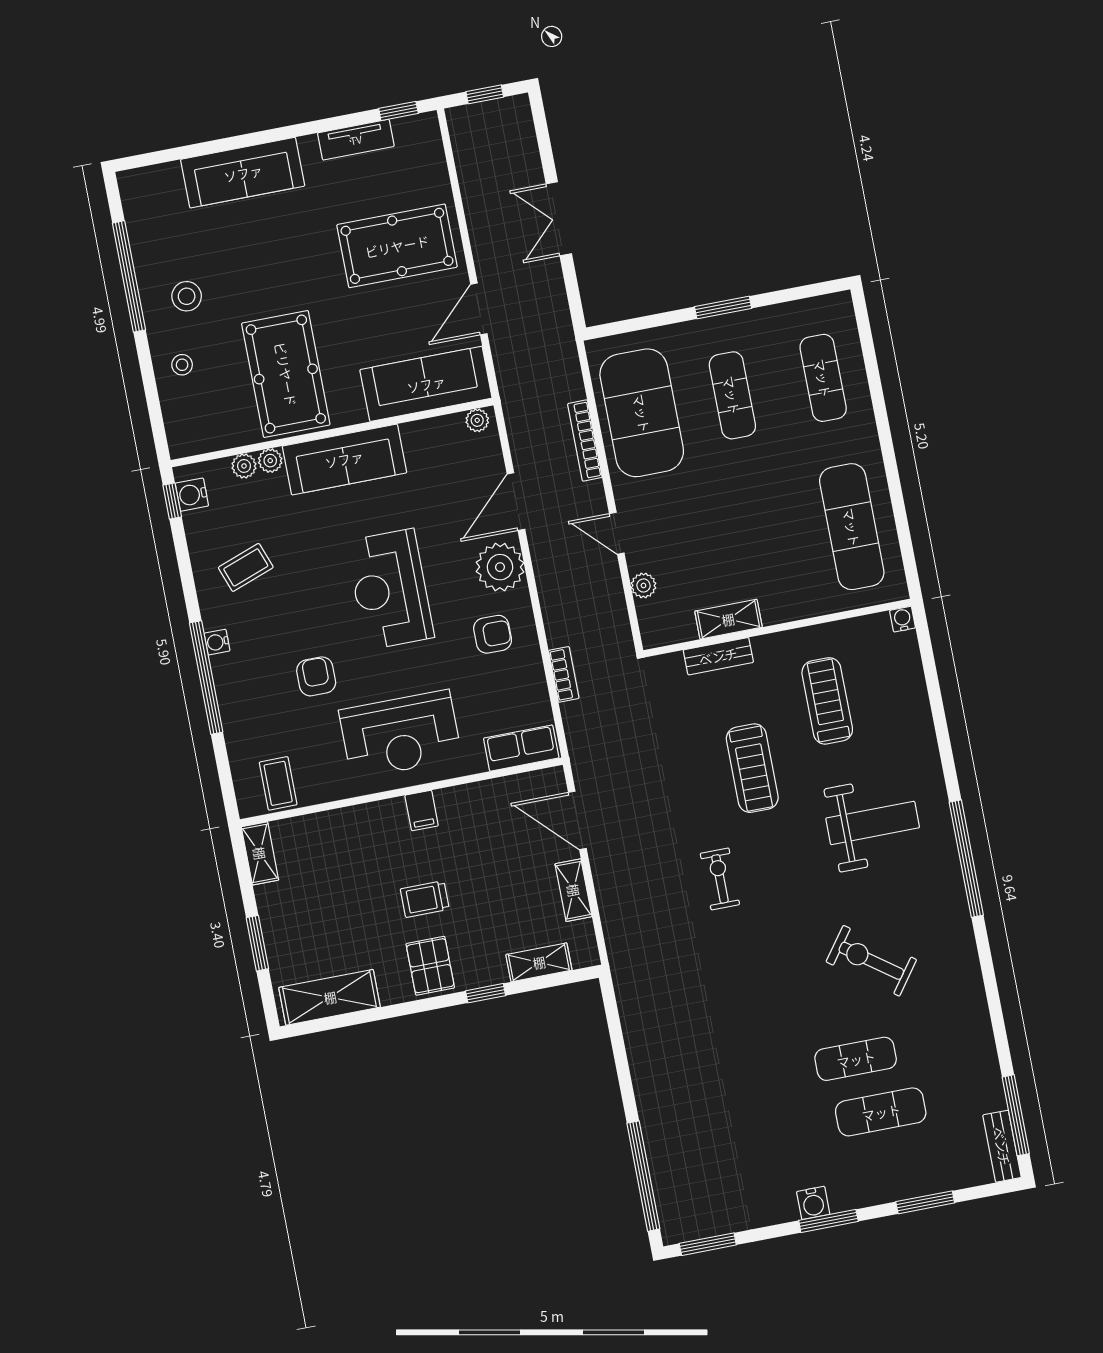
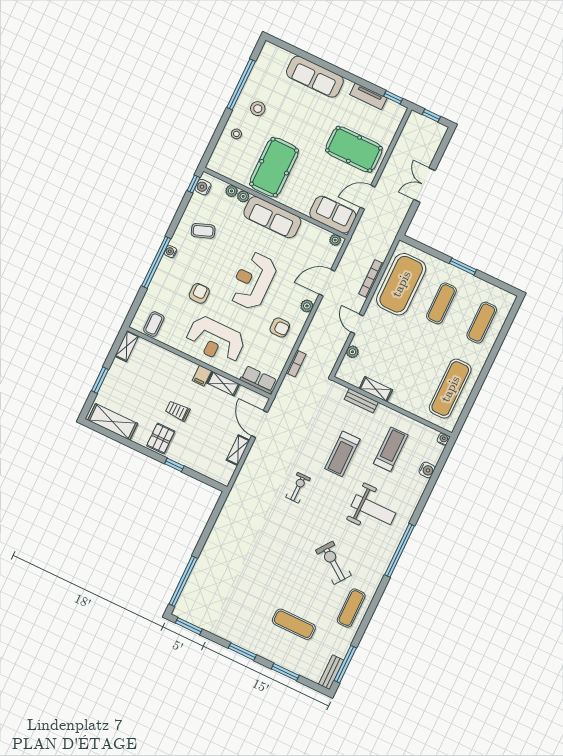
sofa: (426, 384) -> (333, 215), width x0.73
plant: (500, 567) -> (307, 306), width x0.53, depth x0.53
shelving: (539, 962) -> (223, 384), moved
exercise mat: (856, 1059) -> (351, 608), moved, turned 90
water cooler: (813, 1203) -> (427, 470), moved, turned -90

